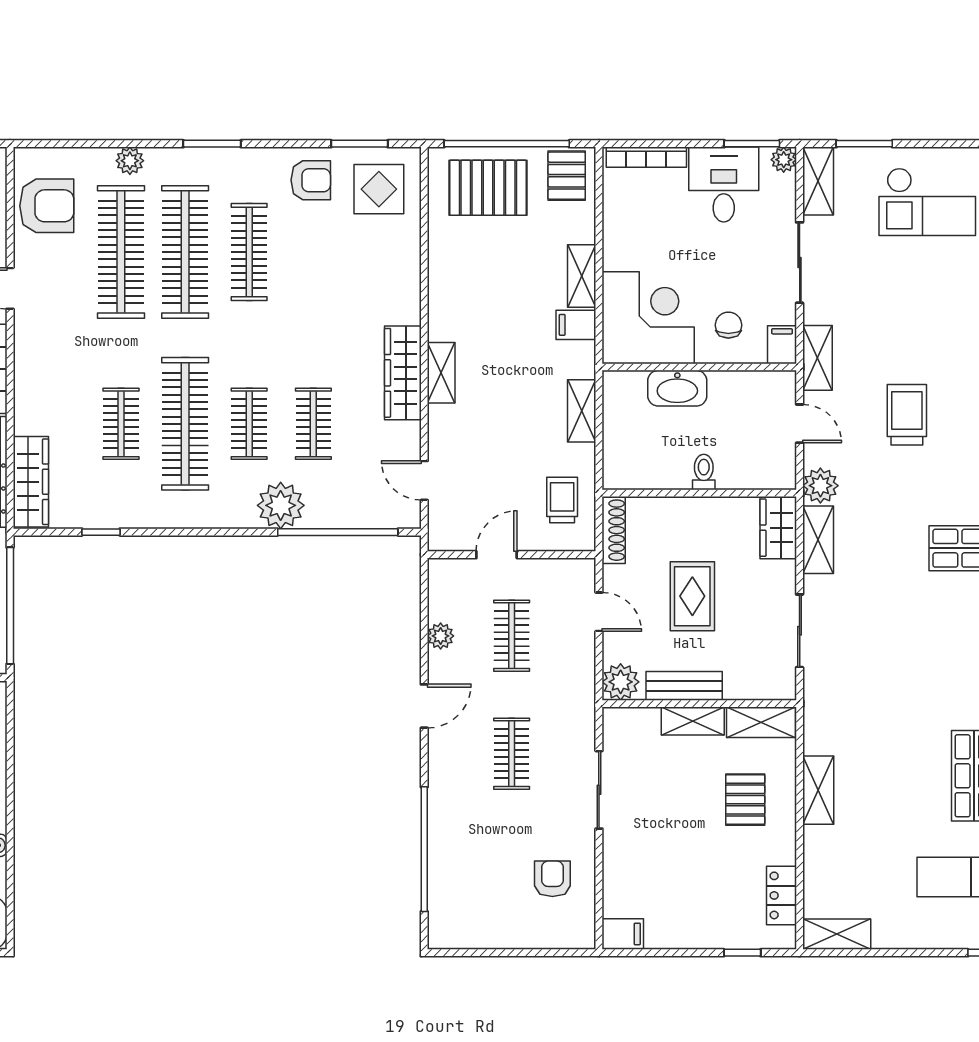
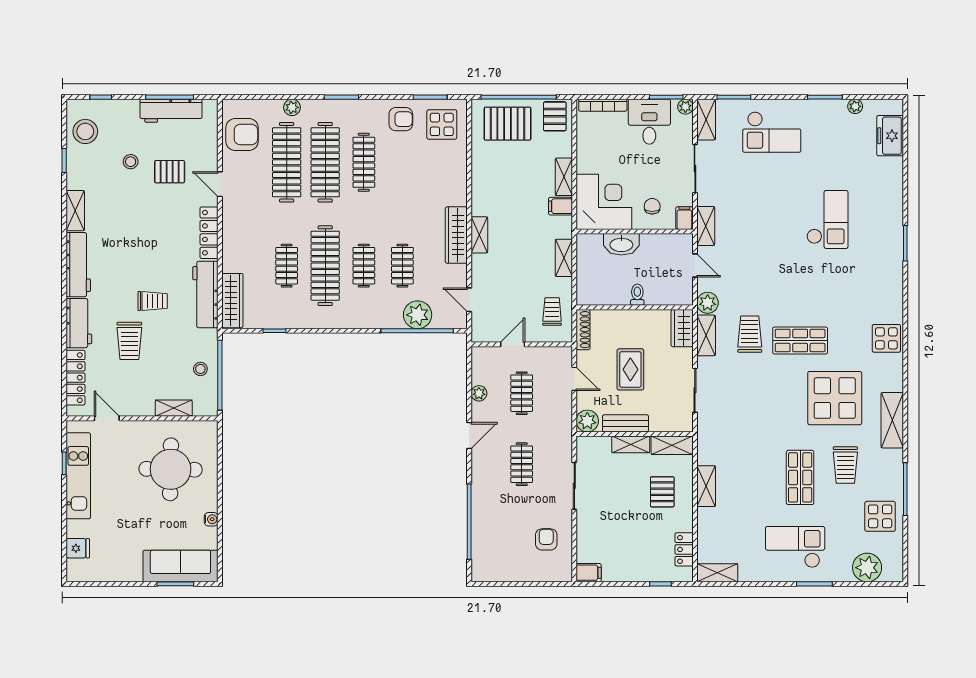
trolley: (907, 415) -> (750, 334), moved
plant: (281, 505) -> (418, 315), moved

